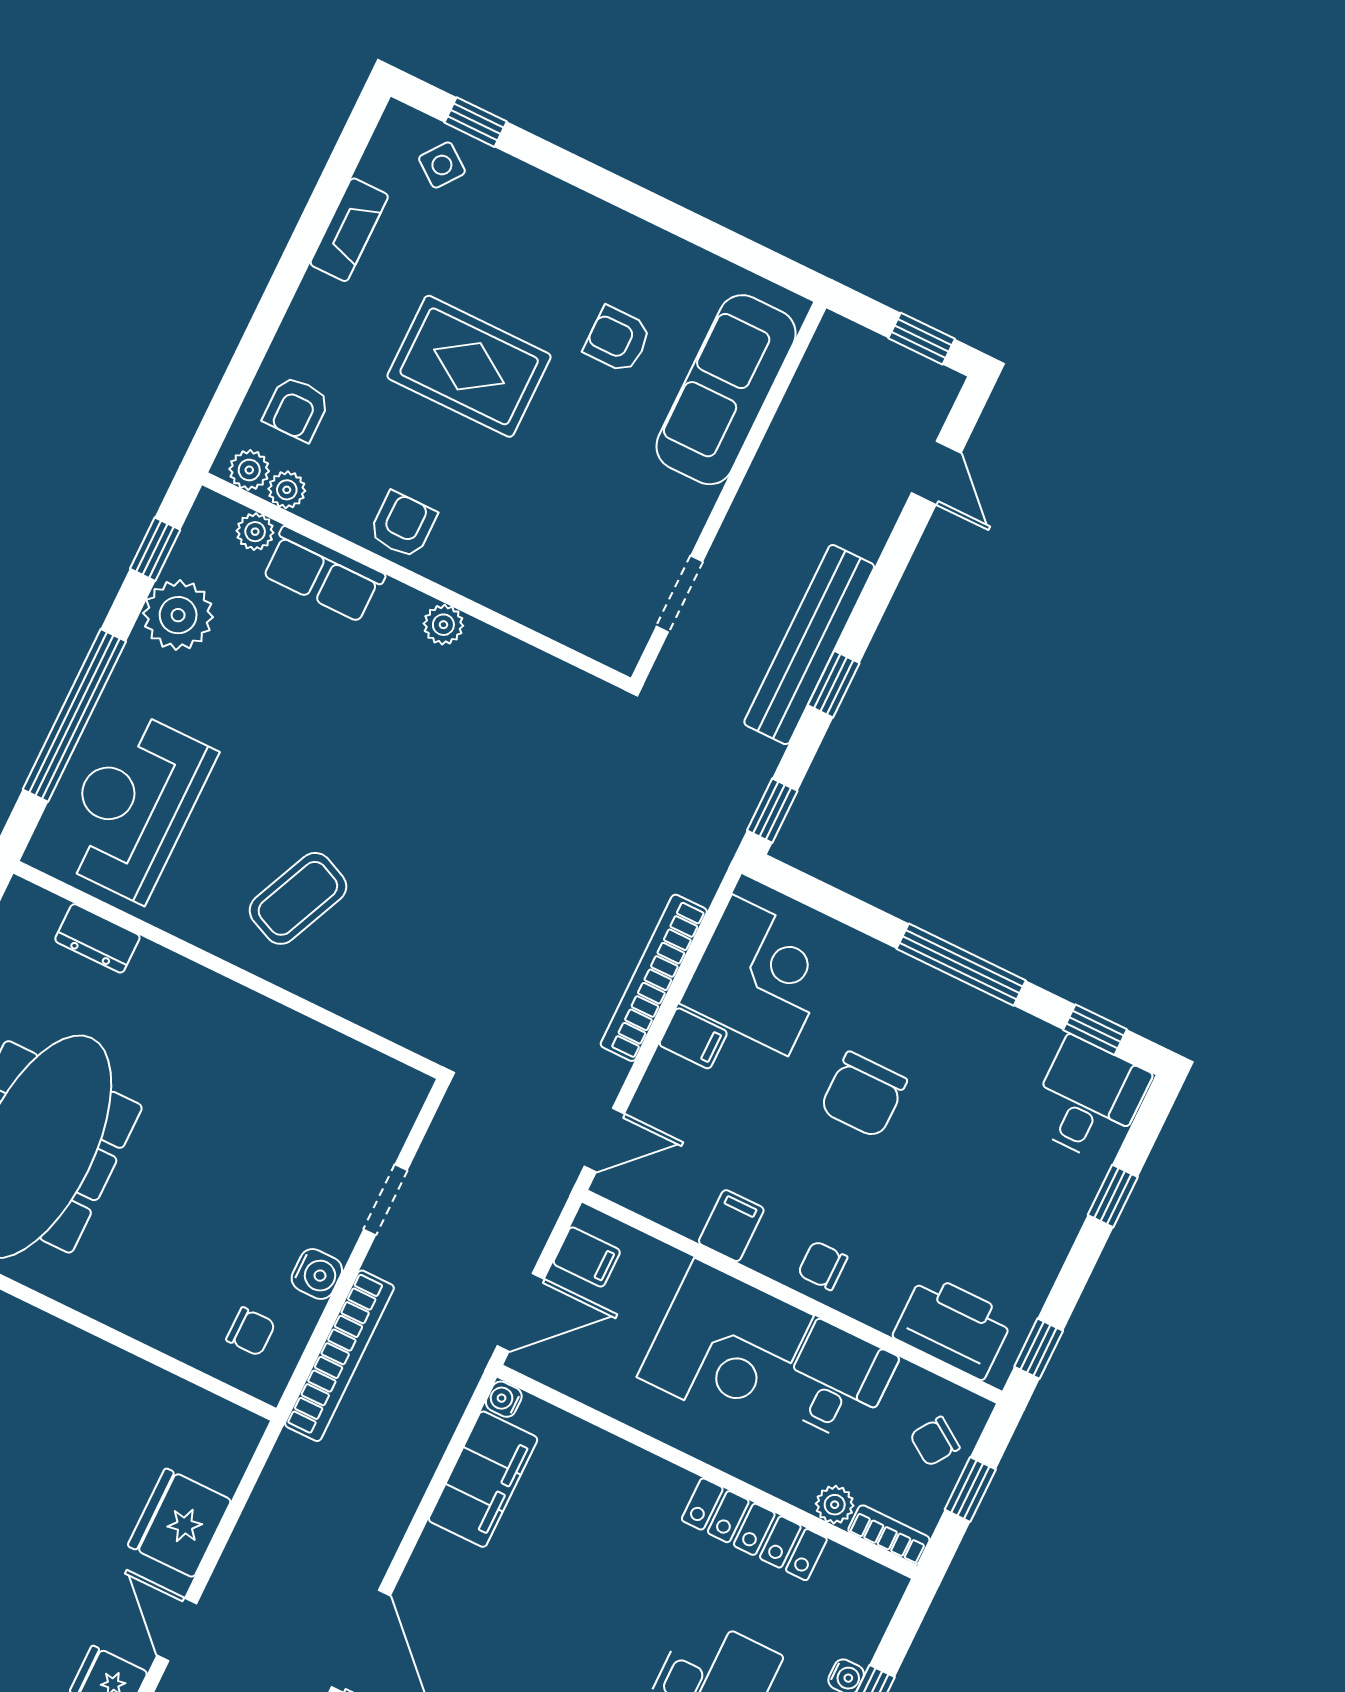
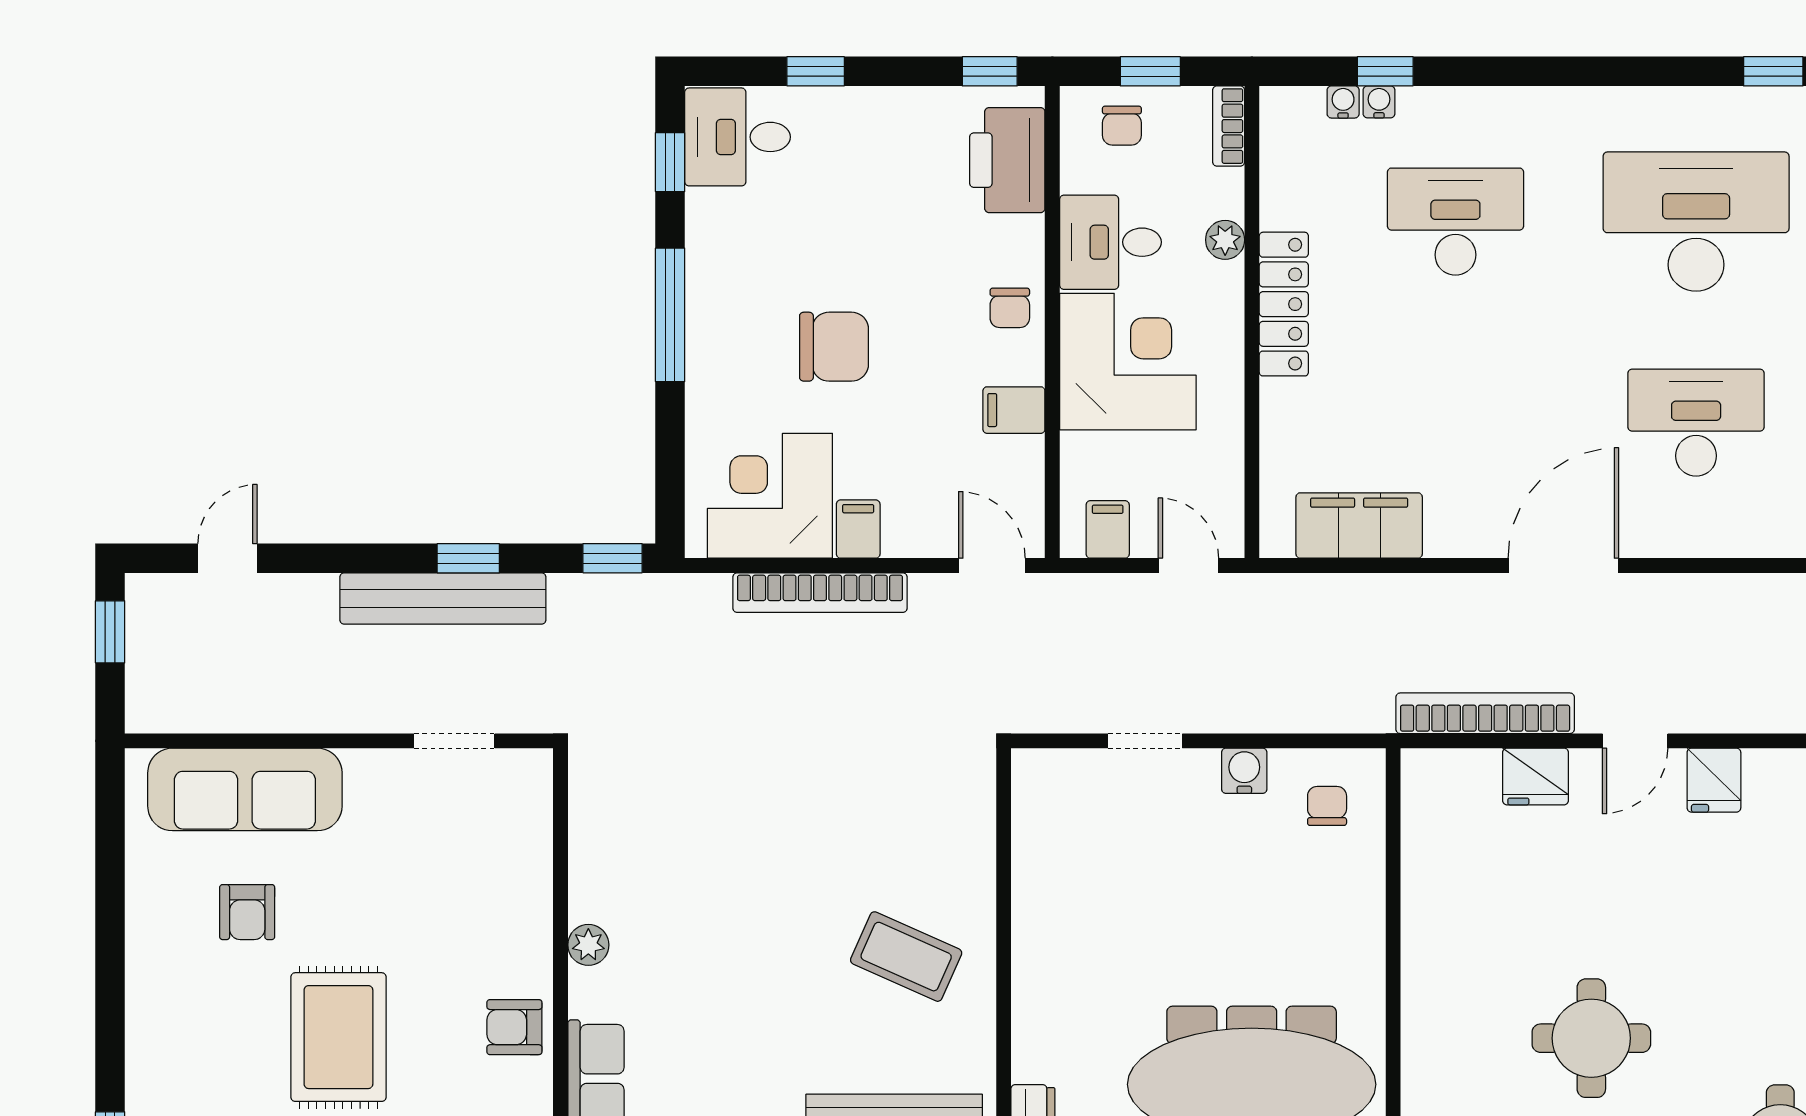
door: (521, 1312) -> (1188, 566), width x0.73
bookcase: (339, 1356) -> (1485, 713), moved
water cooler: (504, 1399) -> (1343, 102), moved, turned 180
chair: (935, 1441) -> (1122, 126), turned 56
plant: (835, 1505) -> (1225, 240), moved
fridge: (179, 1523) -> (1535, 776), width x0.73, depth x0.75
locker: (754, 1529) -> (1284, 304), moved

